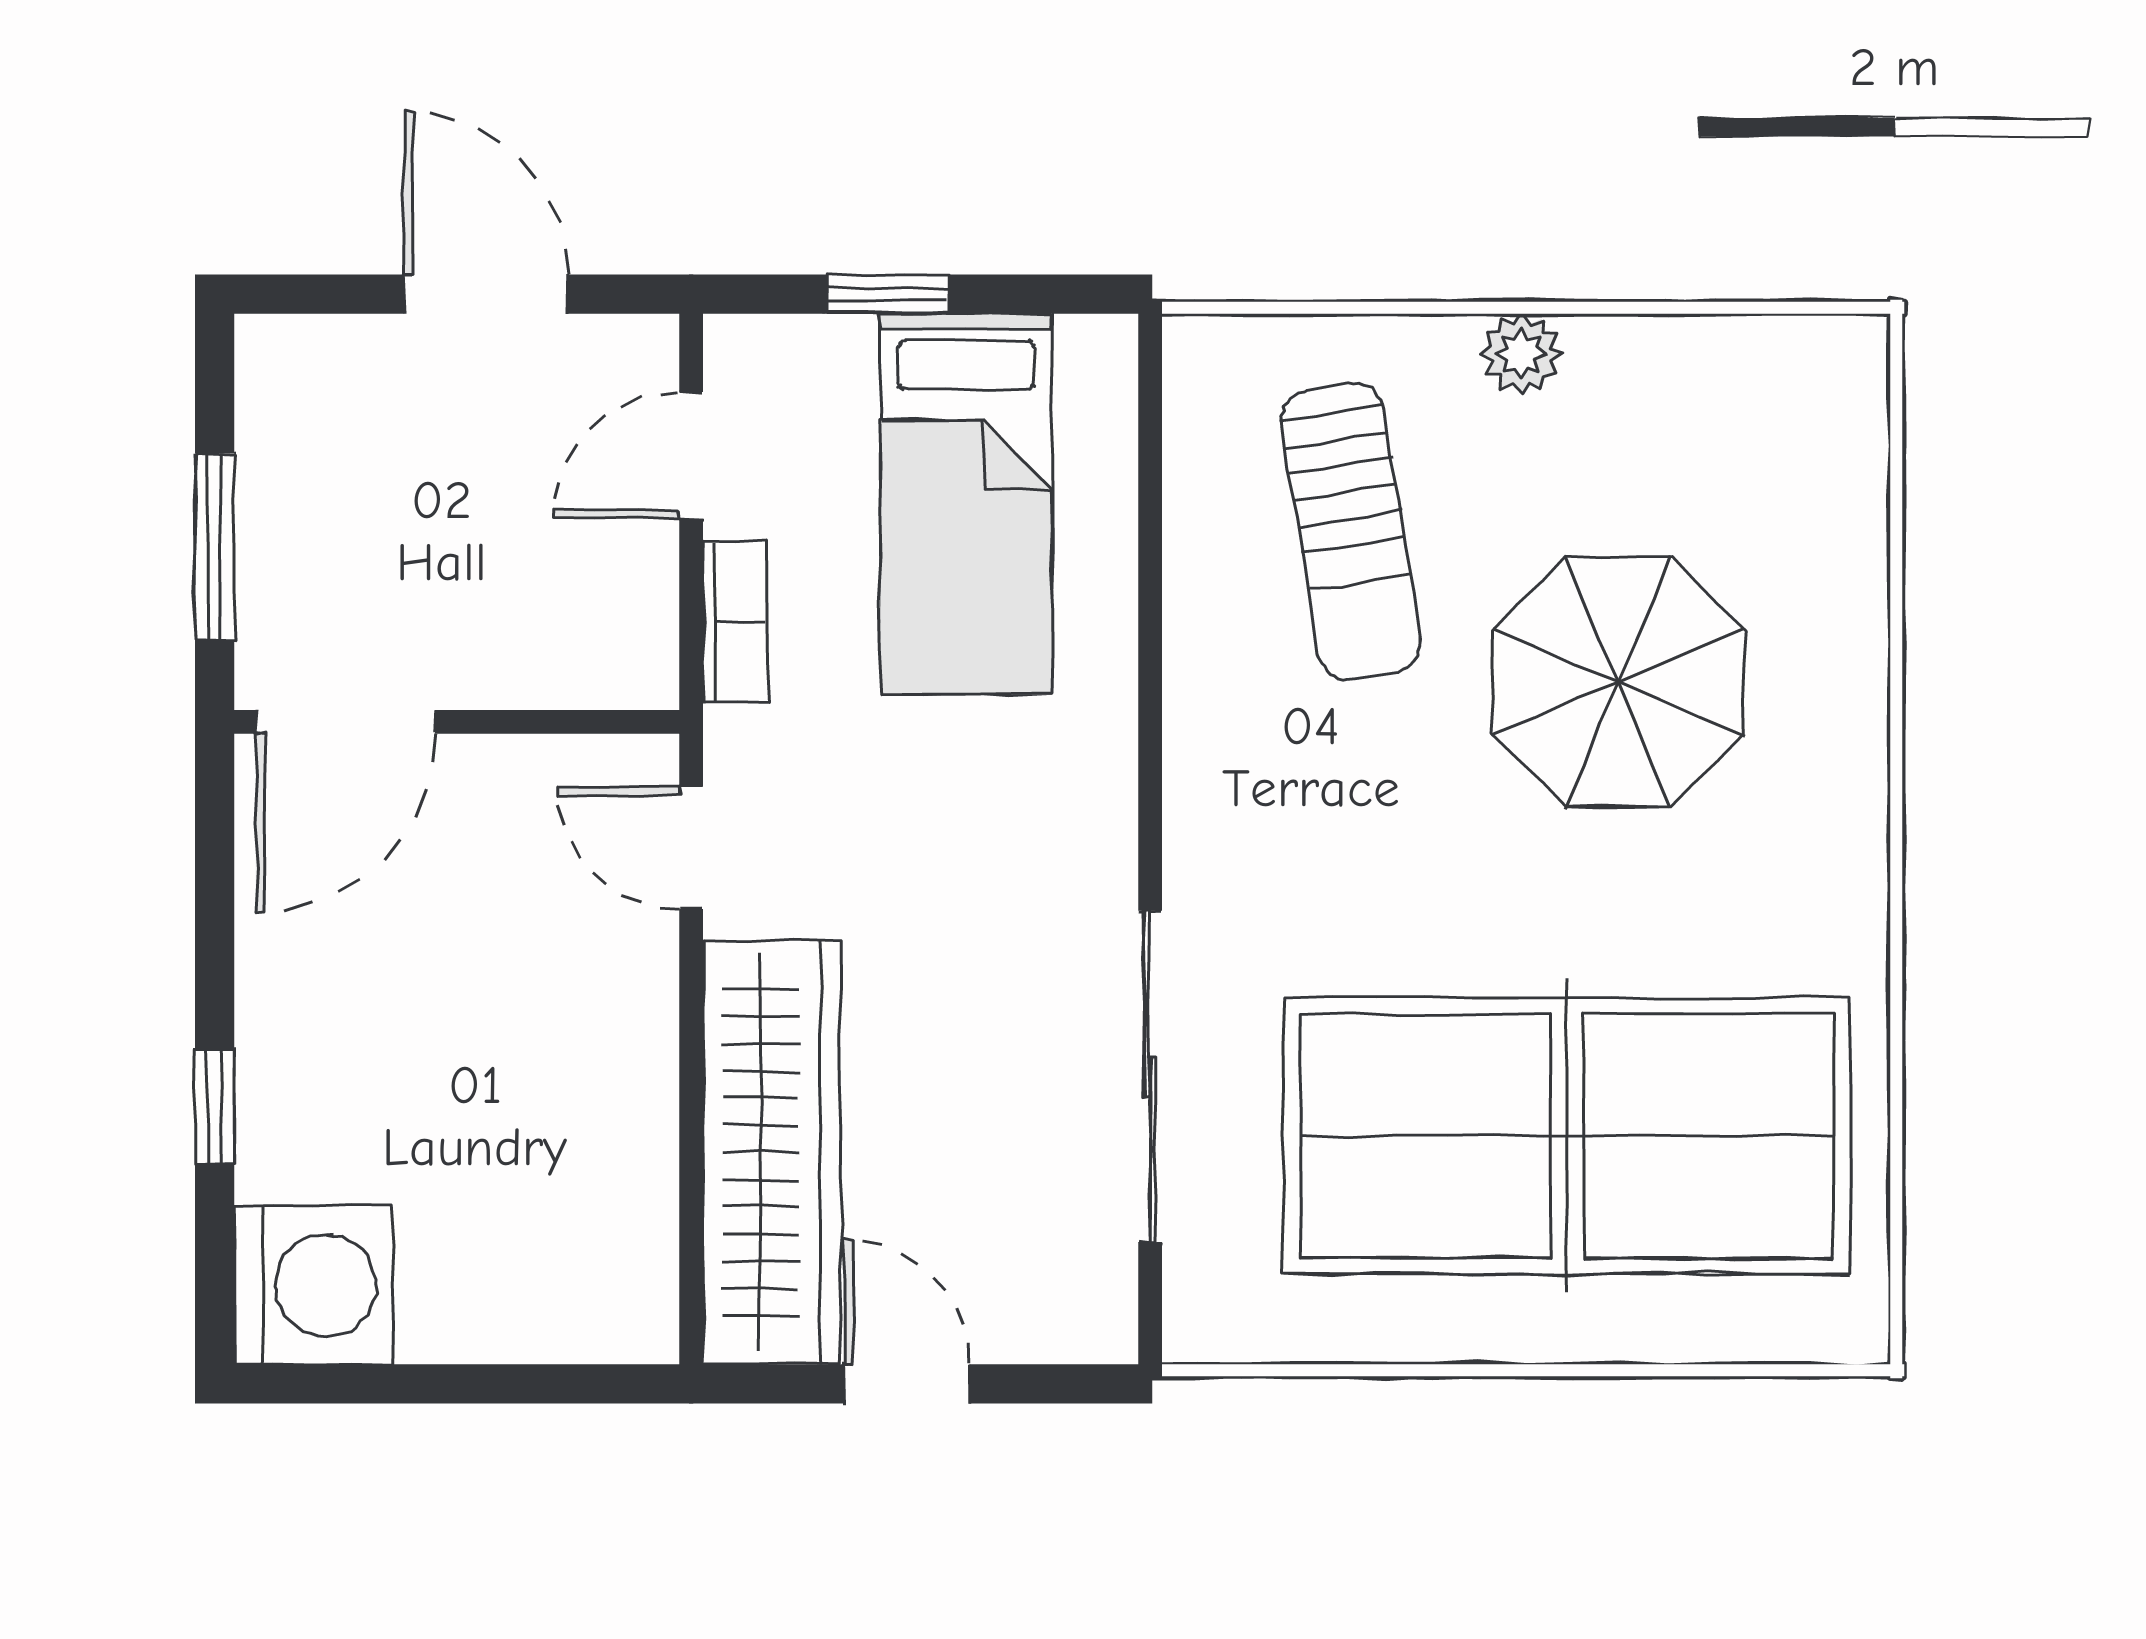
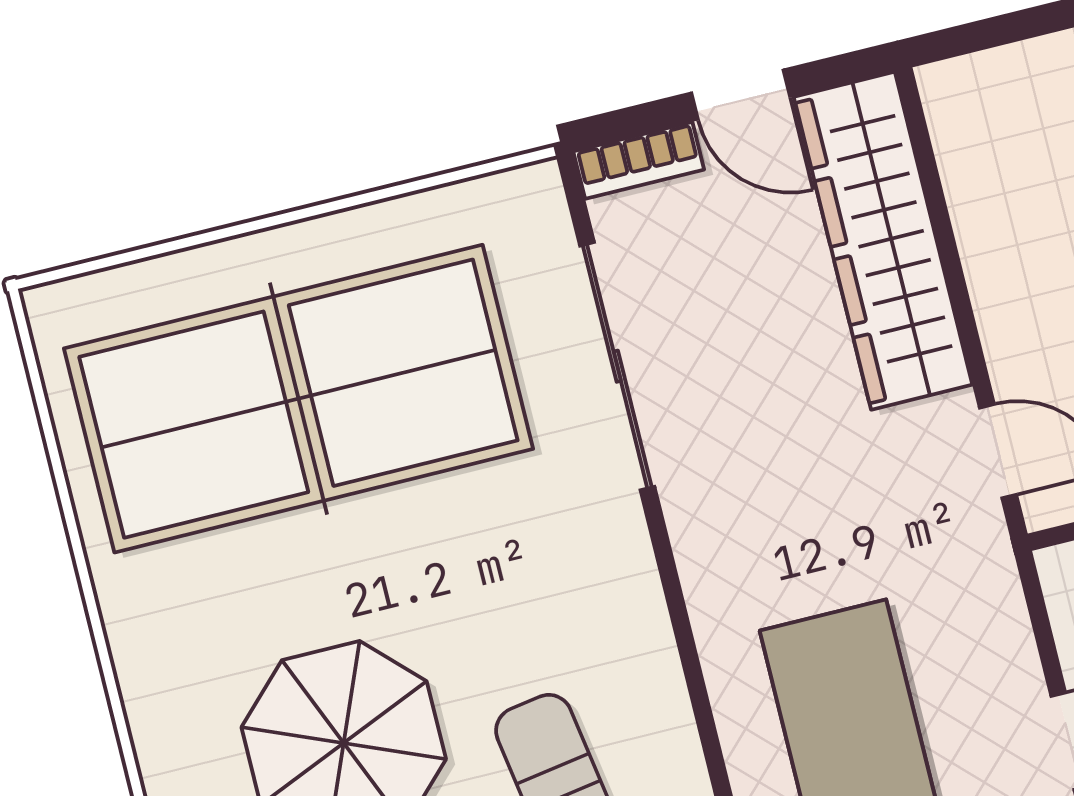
bookcase: (735, 622) -> (639, 160), moved, turned -90

